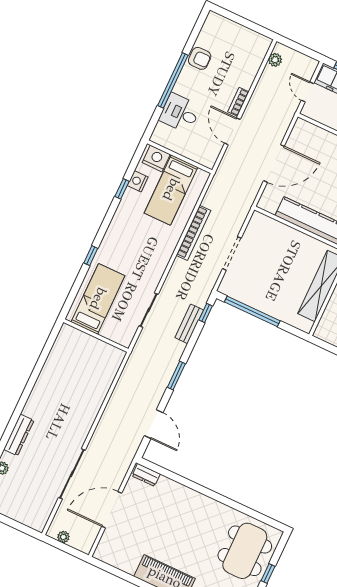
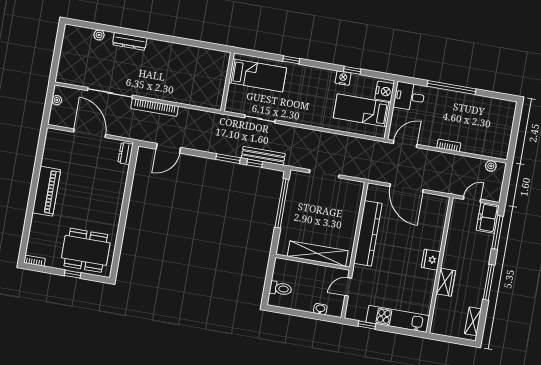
armchair: (200, 58) -> (475, 104), removed
desk: (180, 113) -> (409, 96), moved, turned -90
door: (232, 131) -> (405, 144), moved
nightstand: (138, 181) -> (343, 78), moved
bookcase: (193, 233) -> (155, 107), moved
window: (206, 313) -> (255, 163), moved
bench: (189, 324) -> (263, 156), width x1.36
window: (176, 376) -> (228, 159), moved

